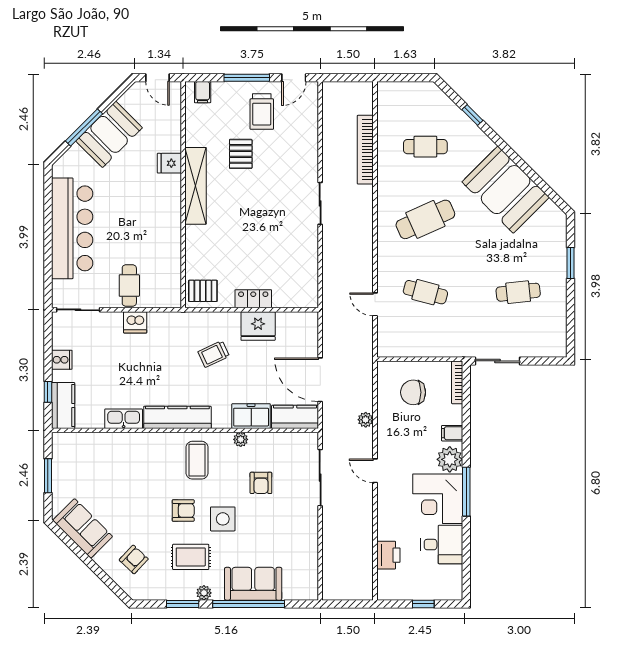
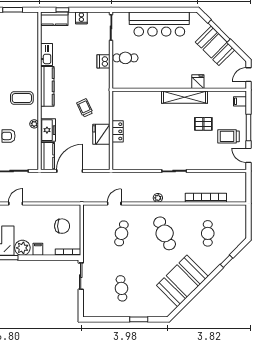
pallet: (203, 291) -> (122, 102), removed
chair: (413, 392) -> (62, 226), turned 90
plant: (366, 420) -> (158, 198), moved

